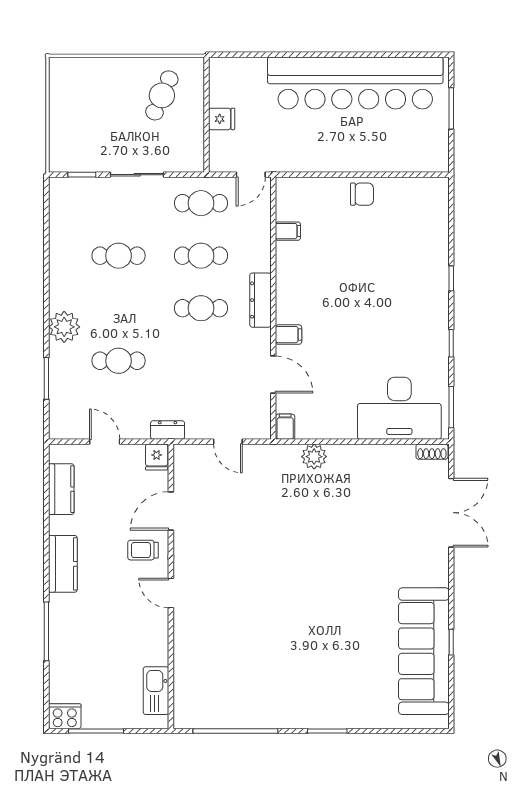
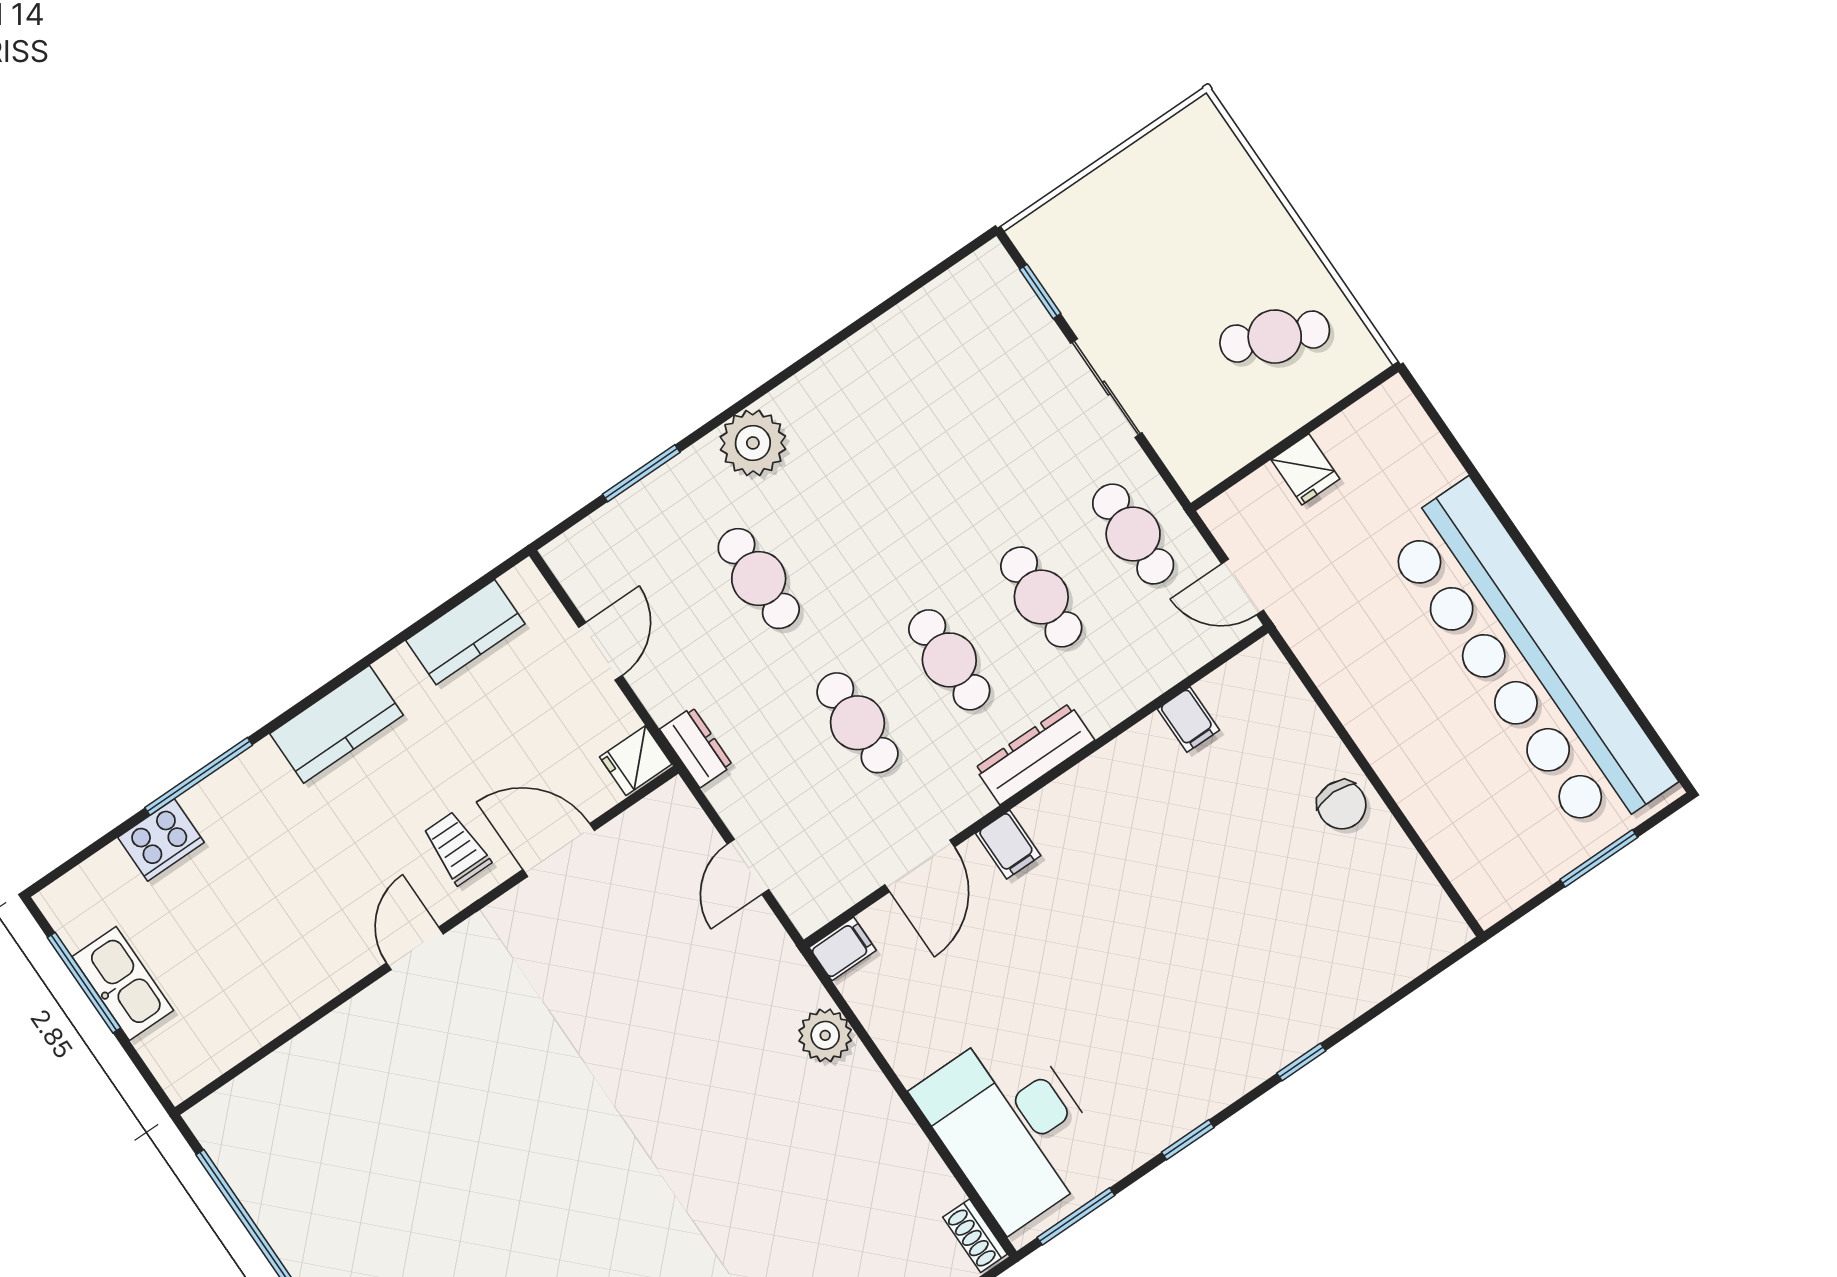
cafe table: (119, 256) -> (857, 723), moved
kitchen sink: (156, 691) -> (123, 984), moved, turned 90
cooker: (65, 716) -> (161, 840), moved, turned 90

